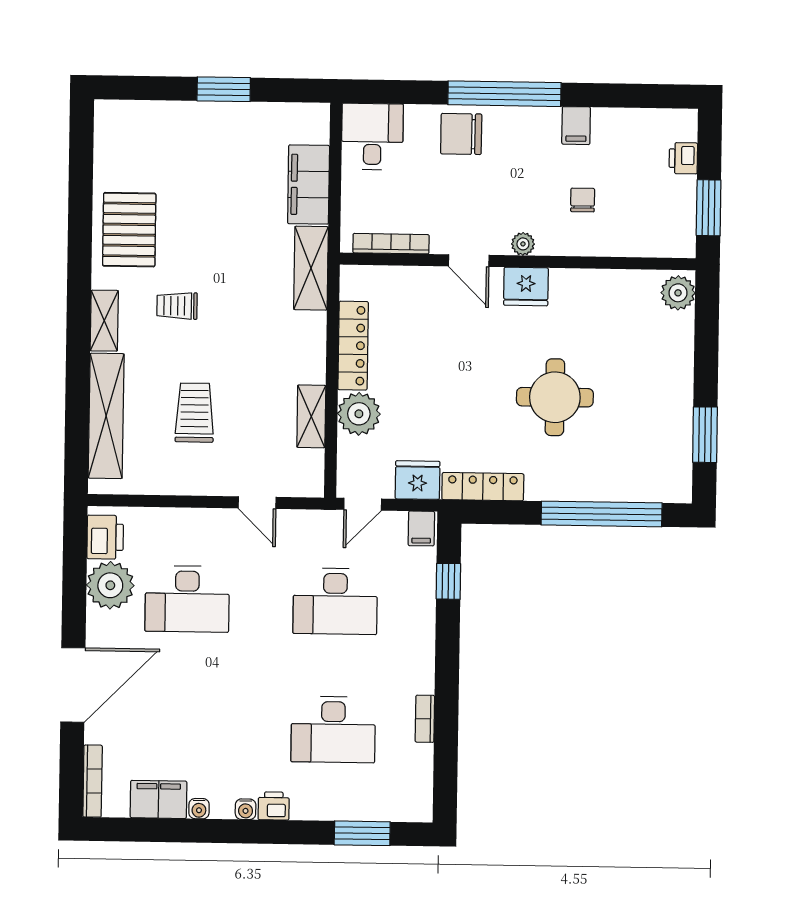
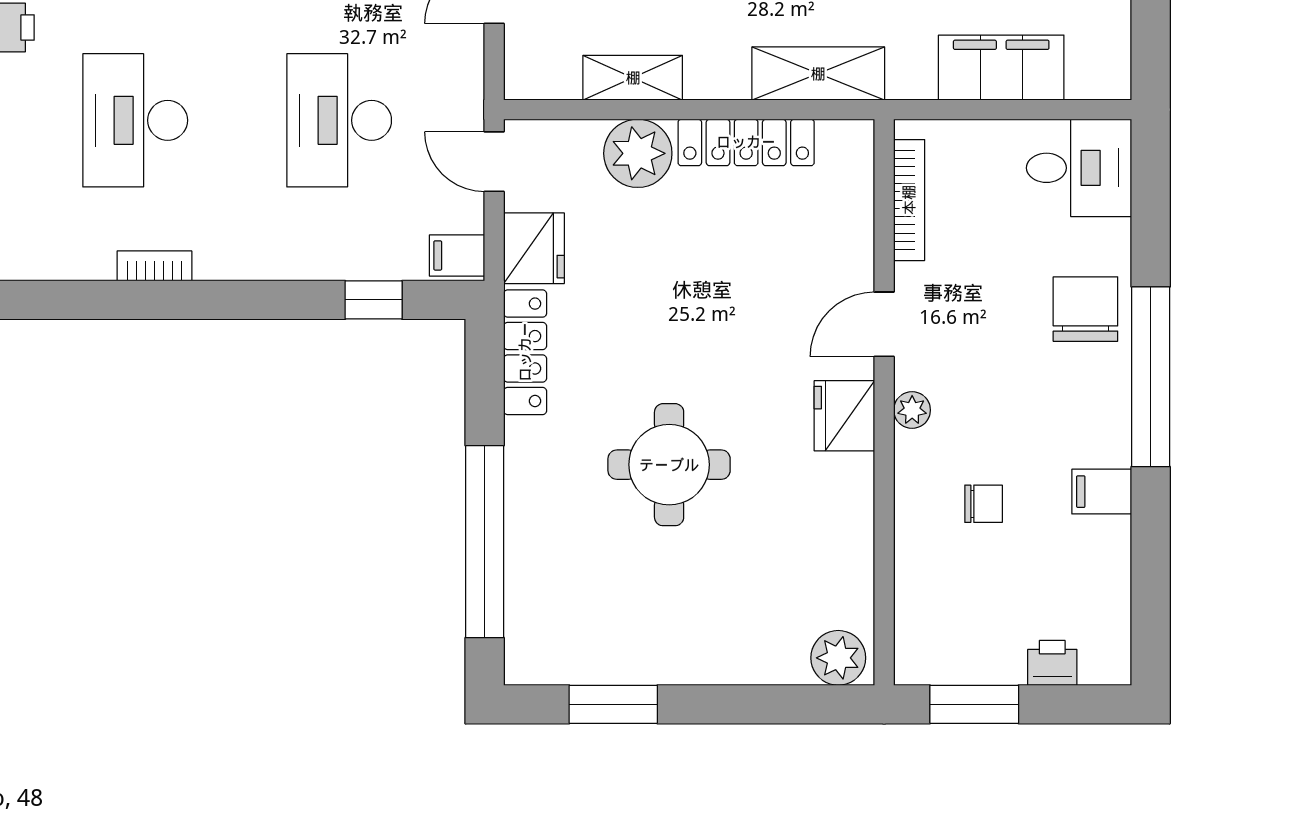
shelving: (311, 268) -> (818, 74), moved

